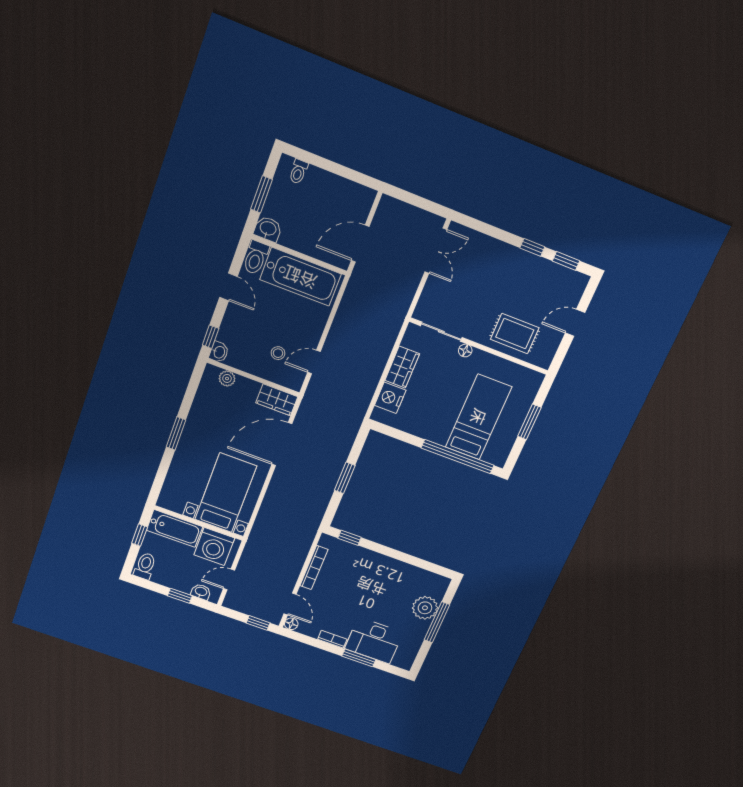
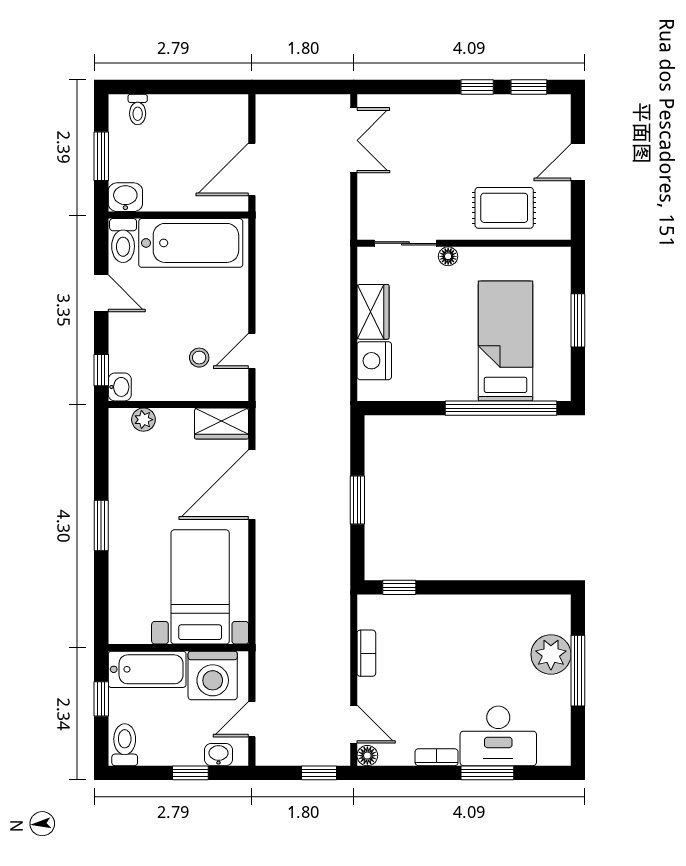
bookcase: (314, 568) -> (366, 653), width x0.64

